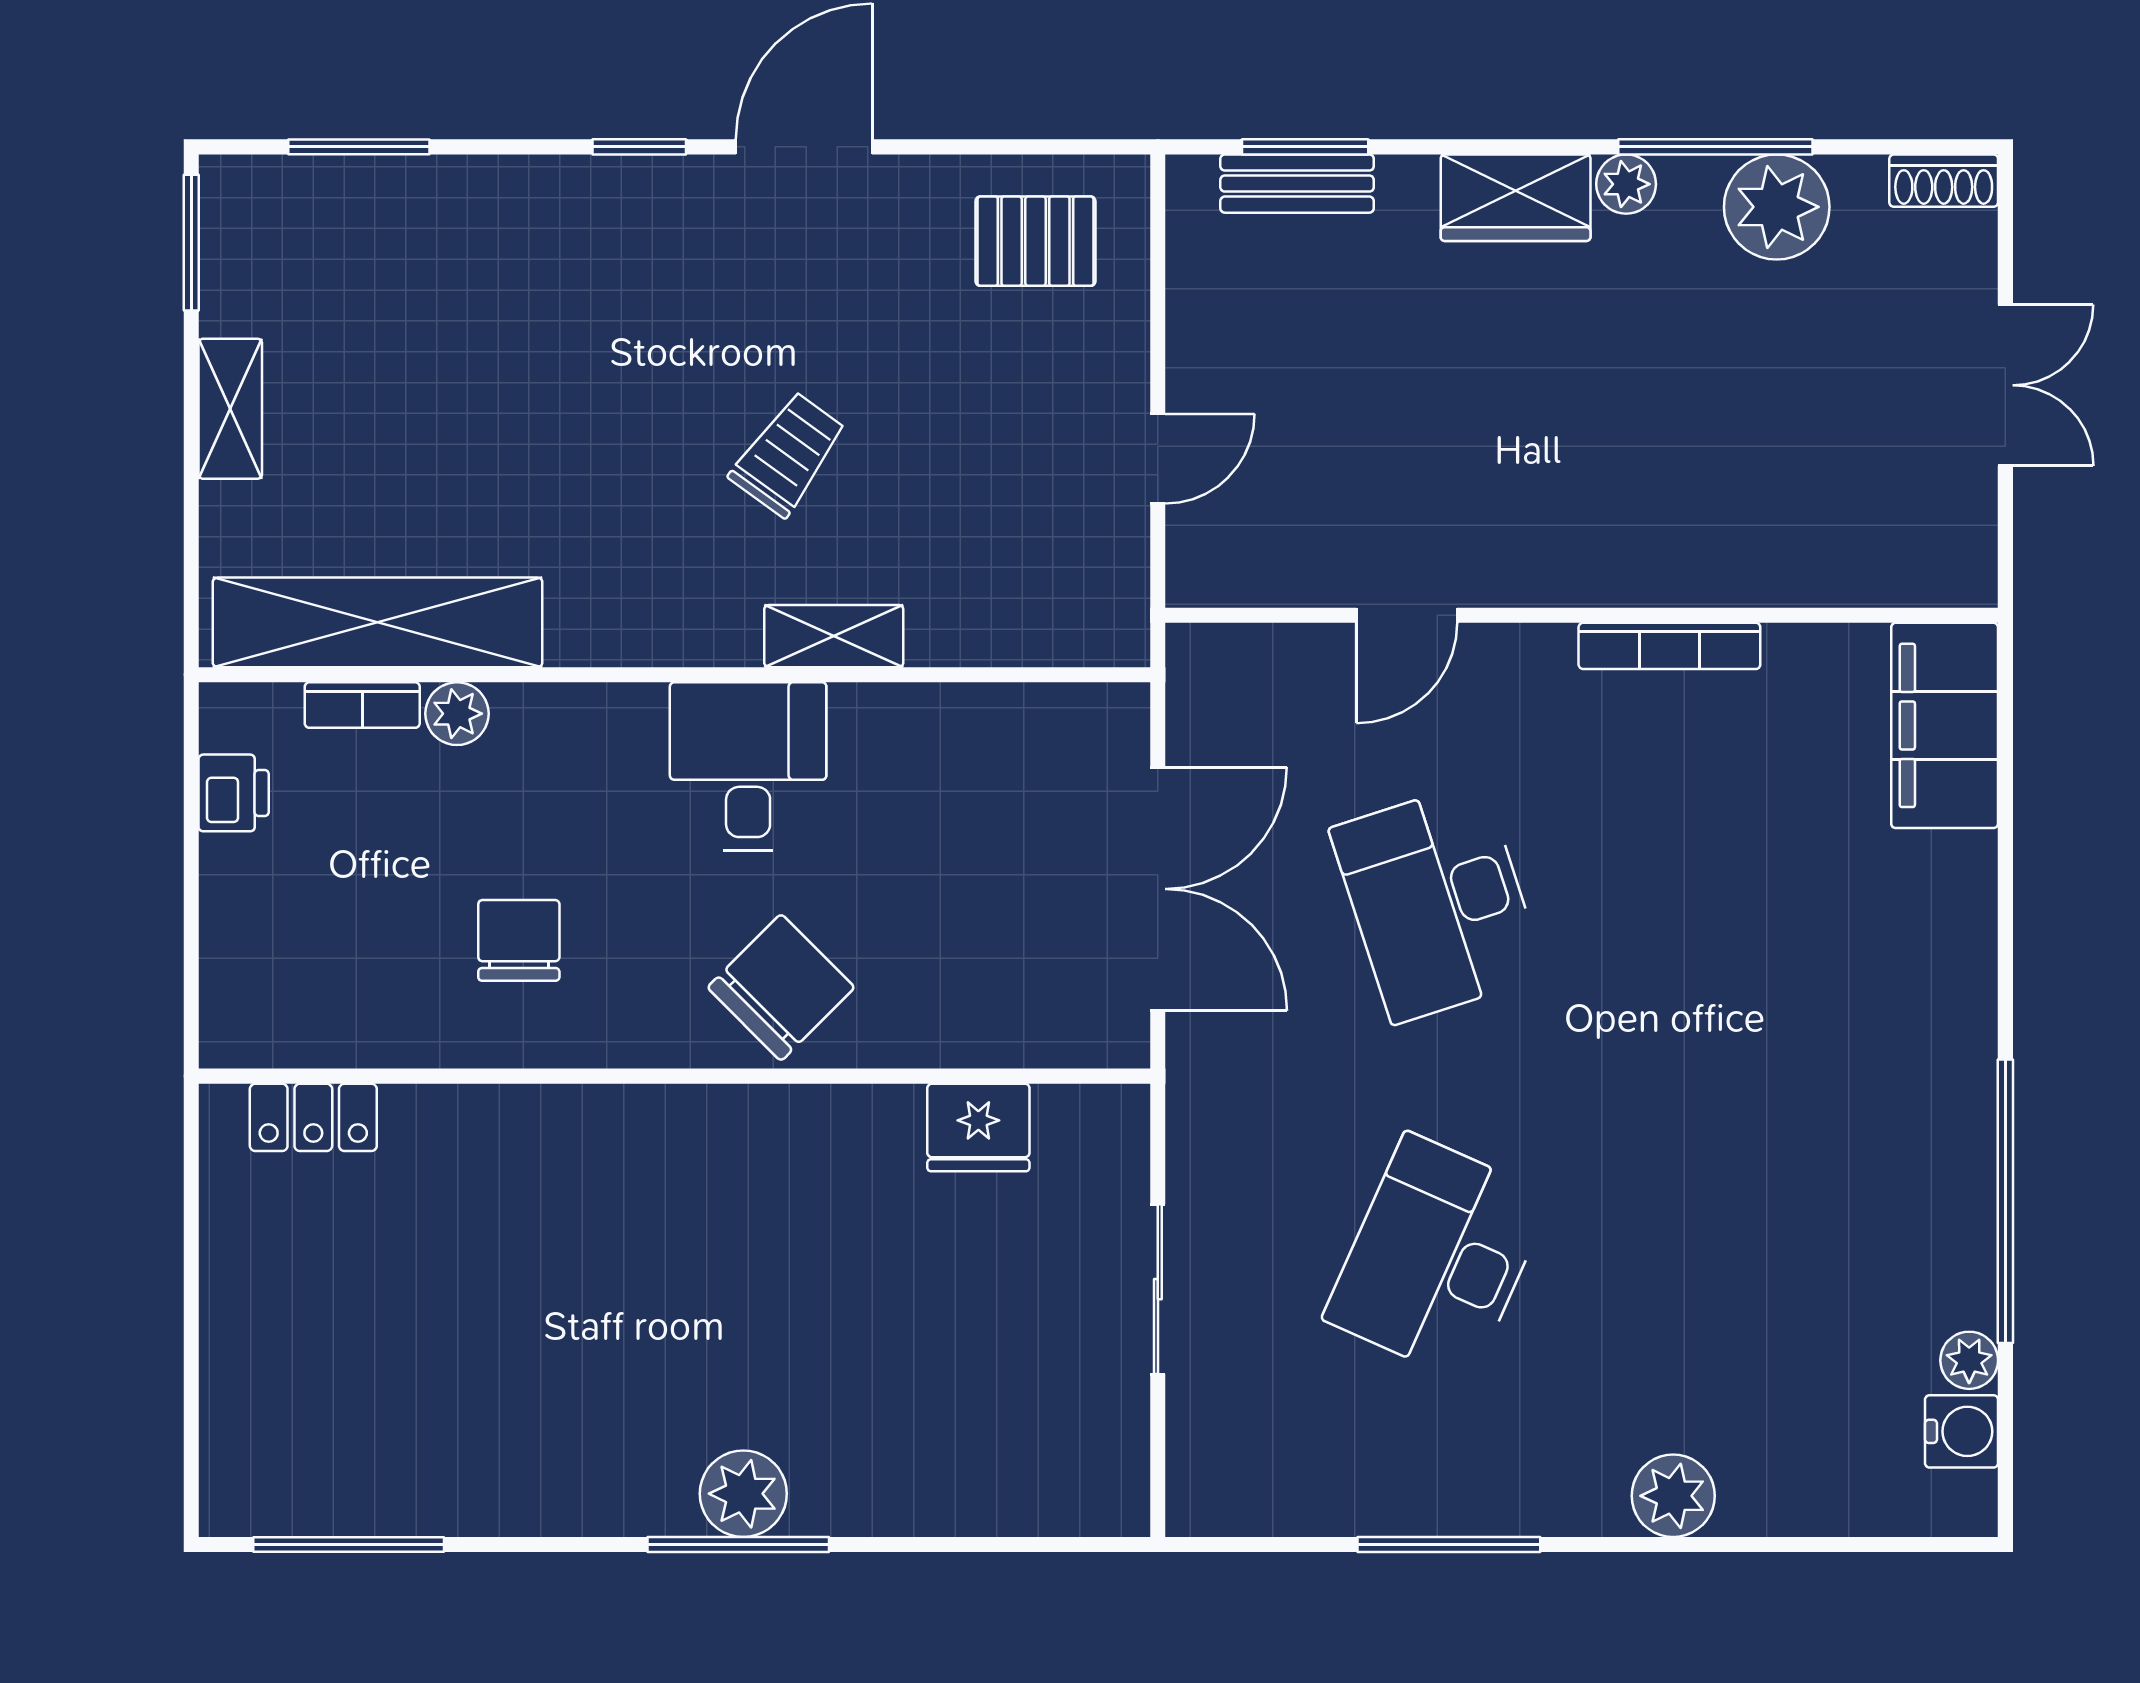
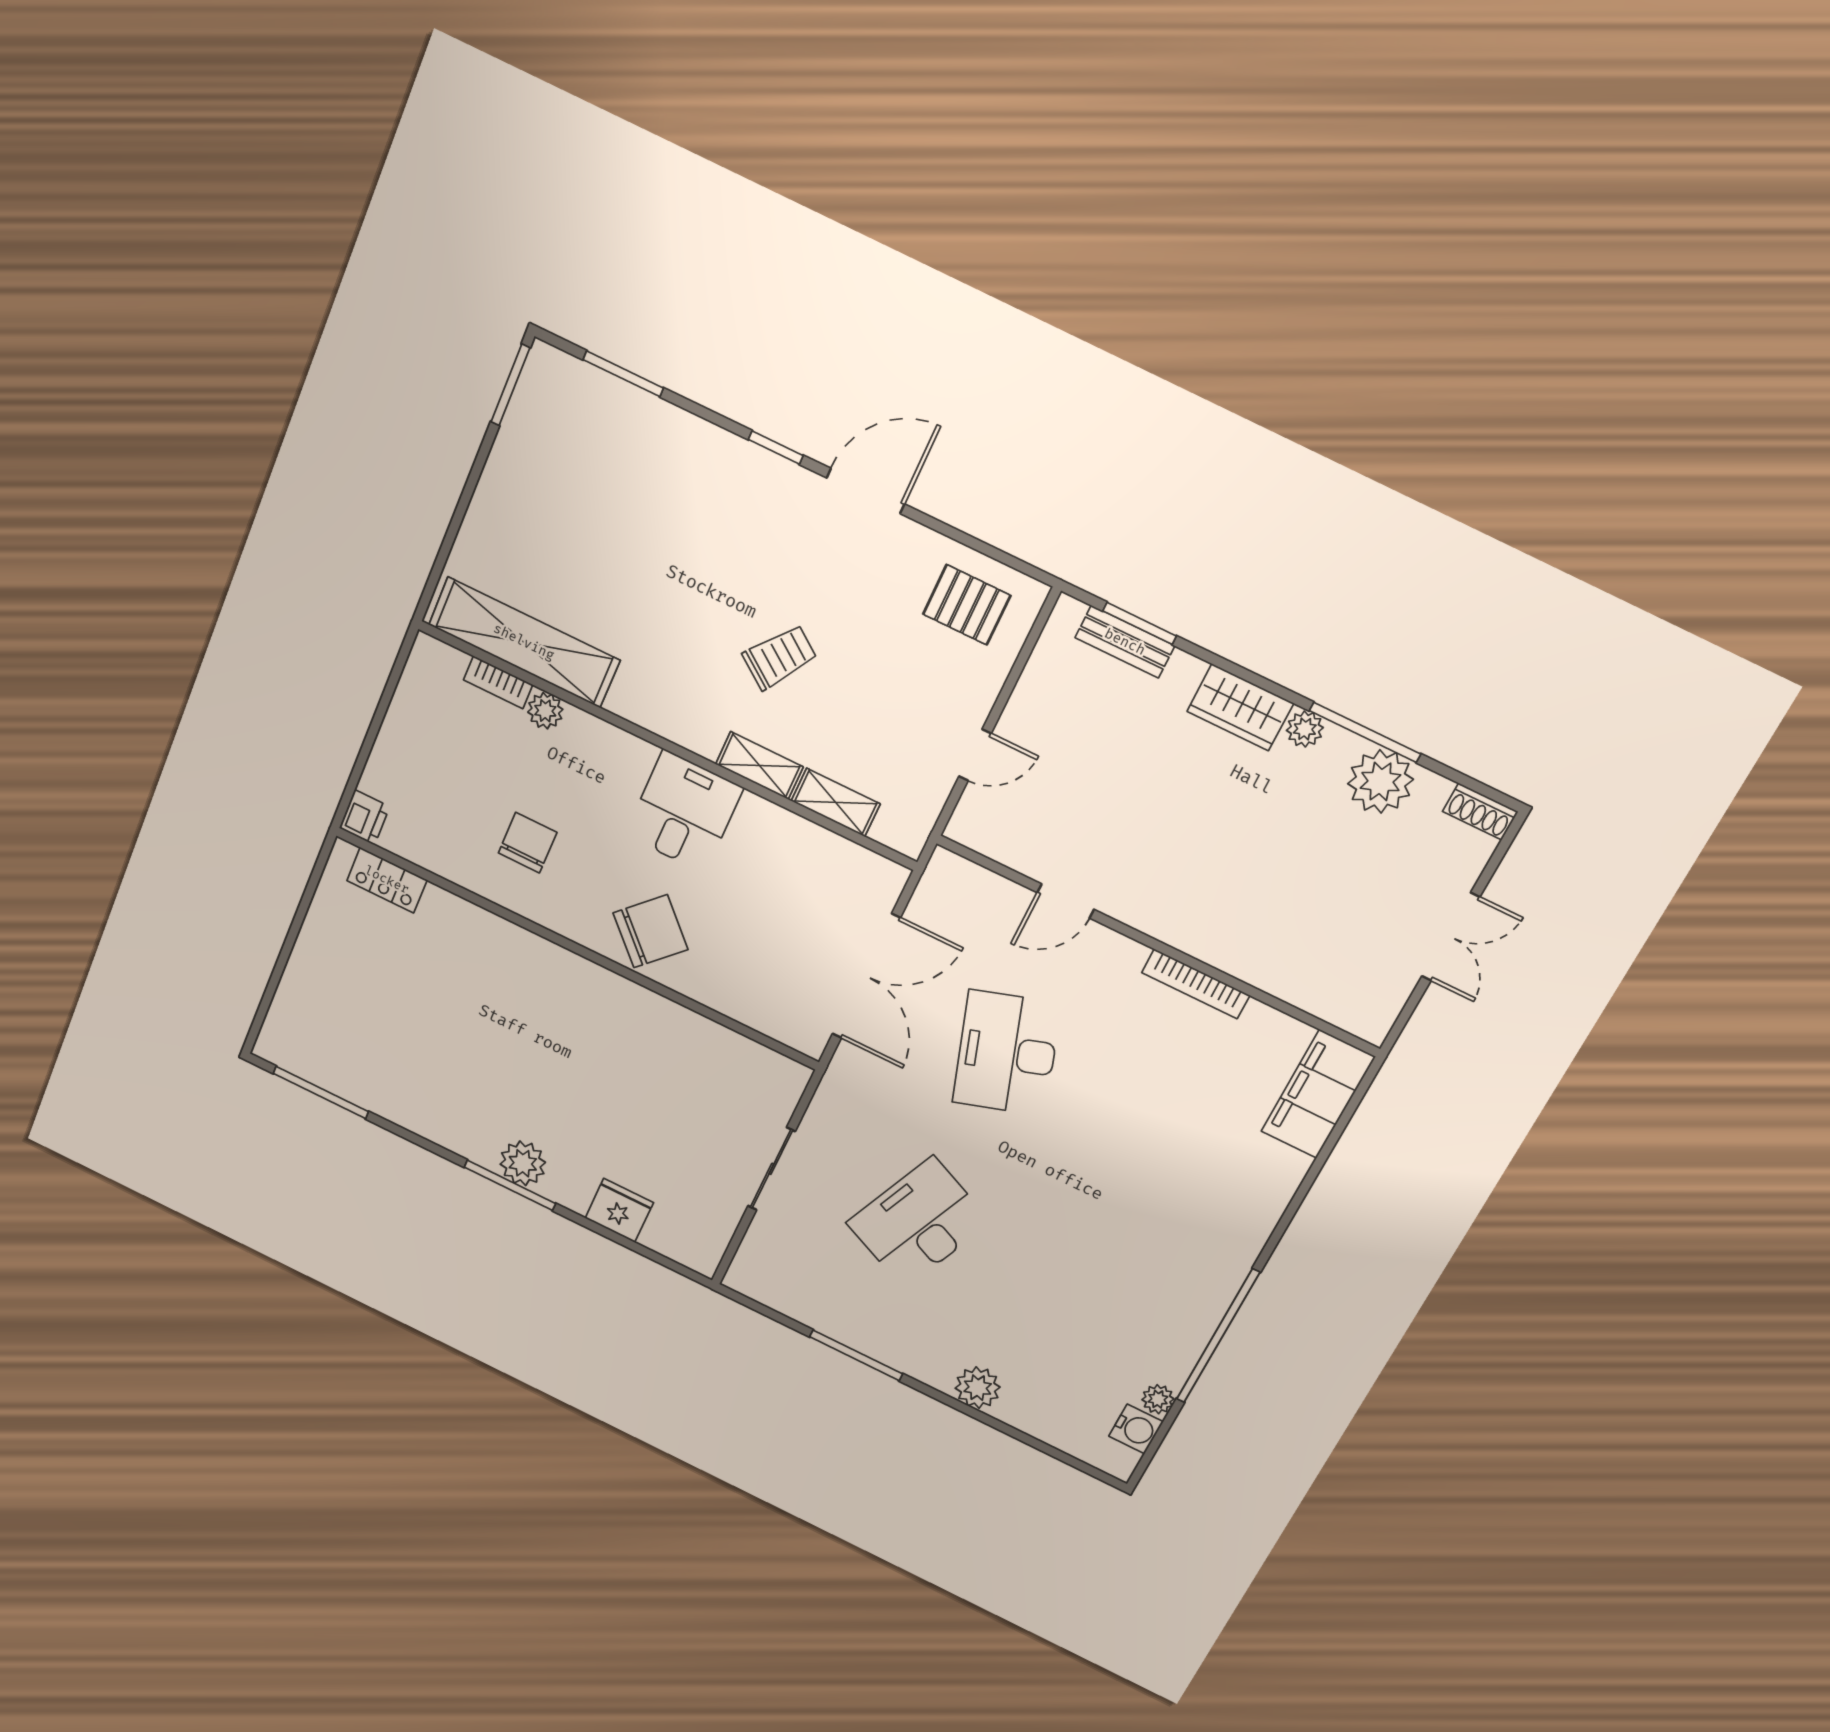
shelving: (230, 409) -> (836, 802), moved, turned 90
printer: (234, 793) -> (365, 817), moved
fridge: (978, 1128) -> (619, 1210), moved, turned 180

